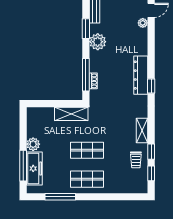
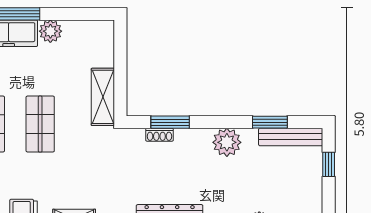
window: (86, 29) -> (270, 122), moved
window: (86, 75) -> (170, 122), width x0.69

